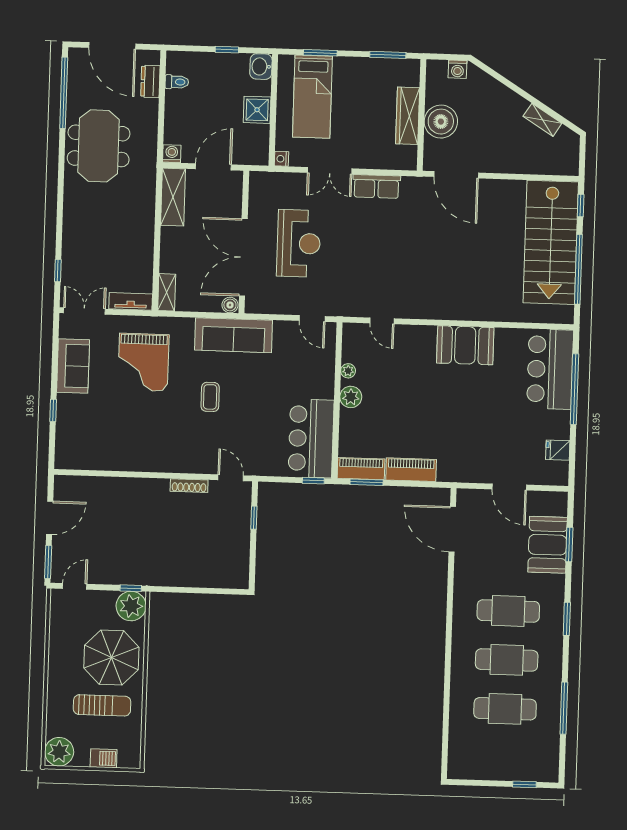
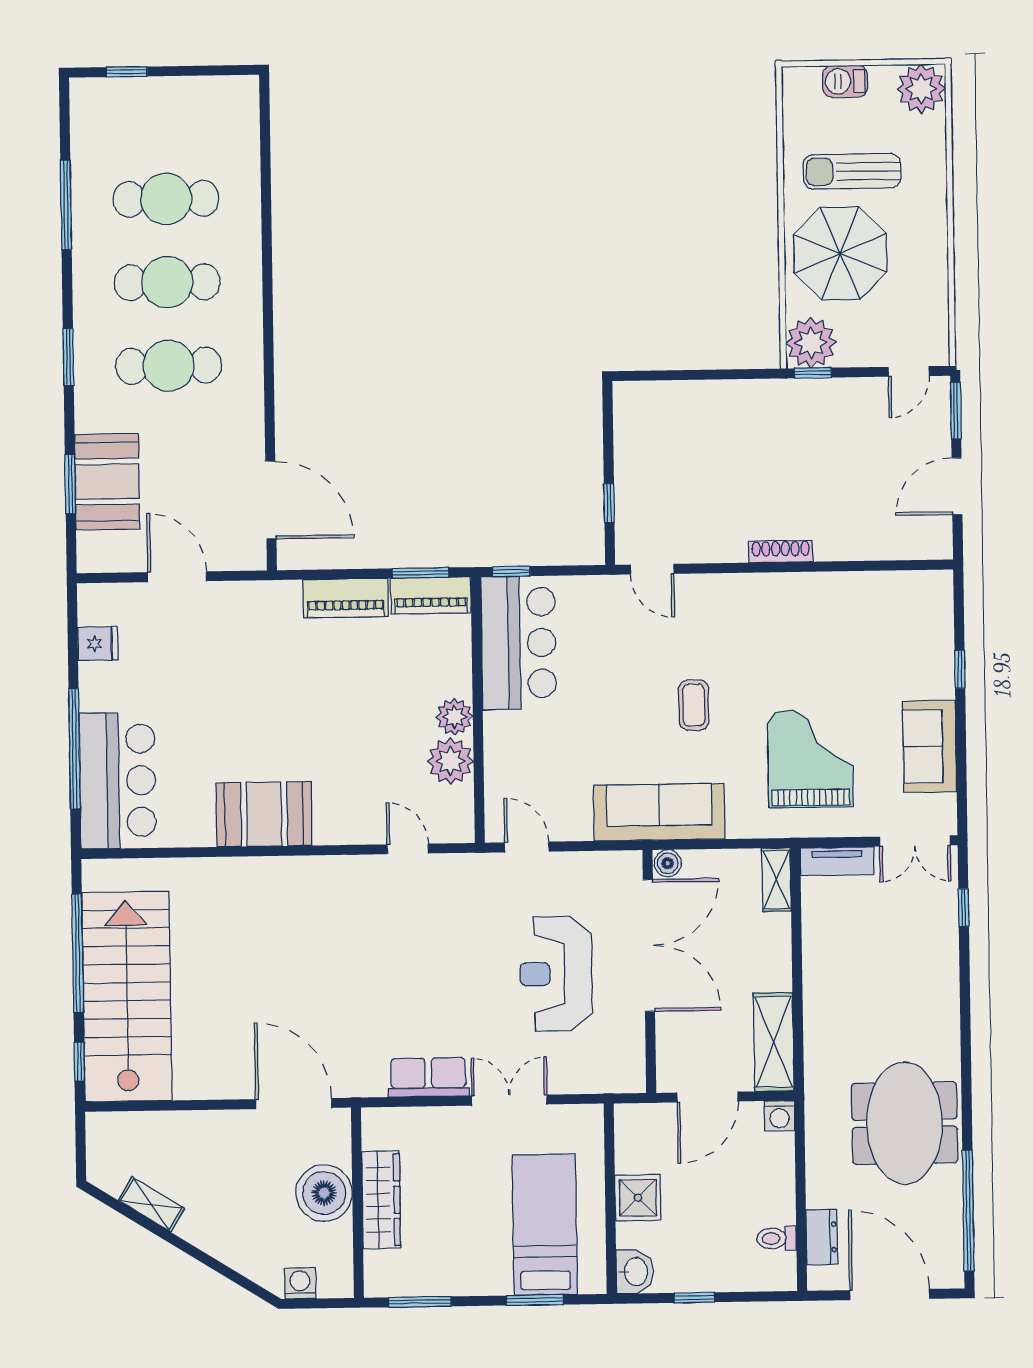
nightstand: (282, 159) -> (592, 1116), removed
plant: (348, 371) -> (450, 761), width x1.87, depth x1.87
shoe rack: (189, 486) -> (781, 551), moved

